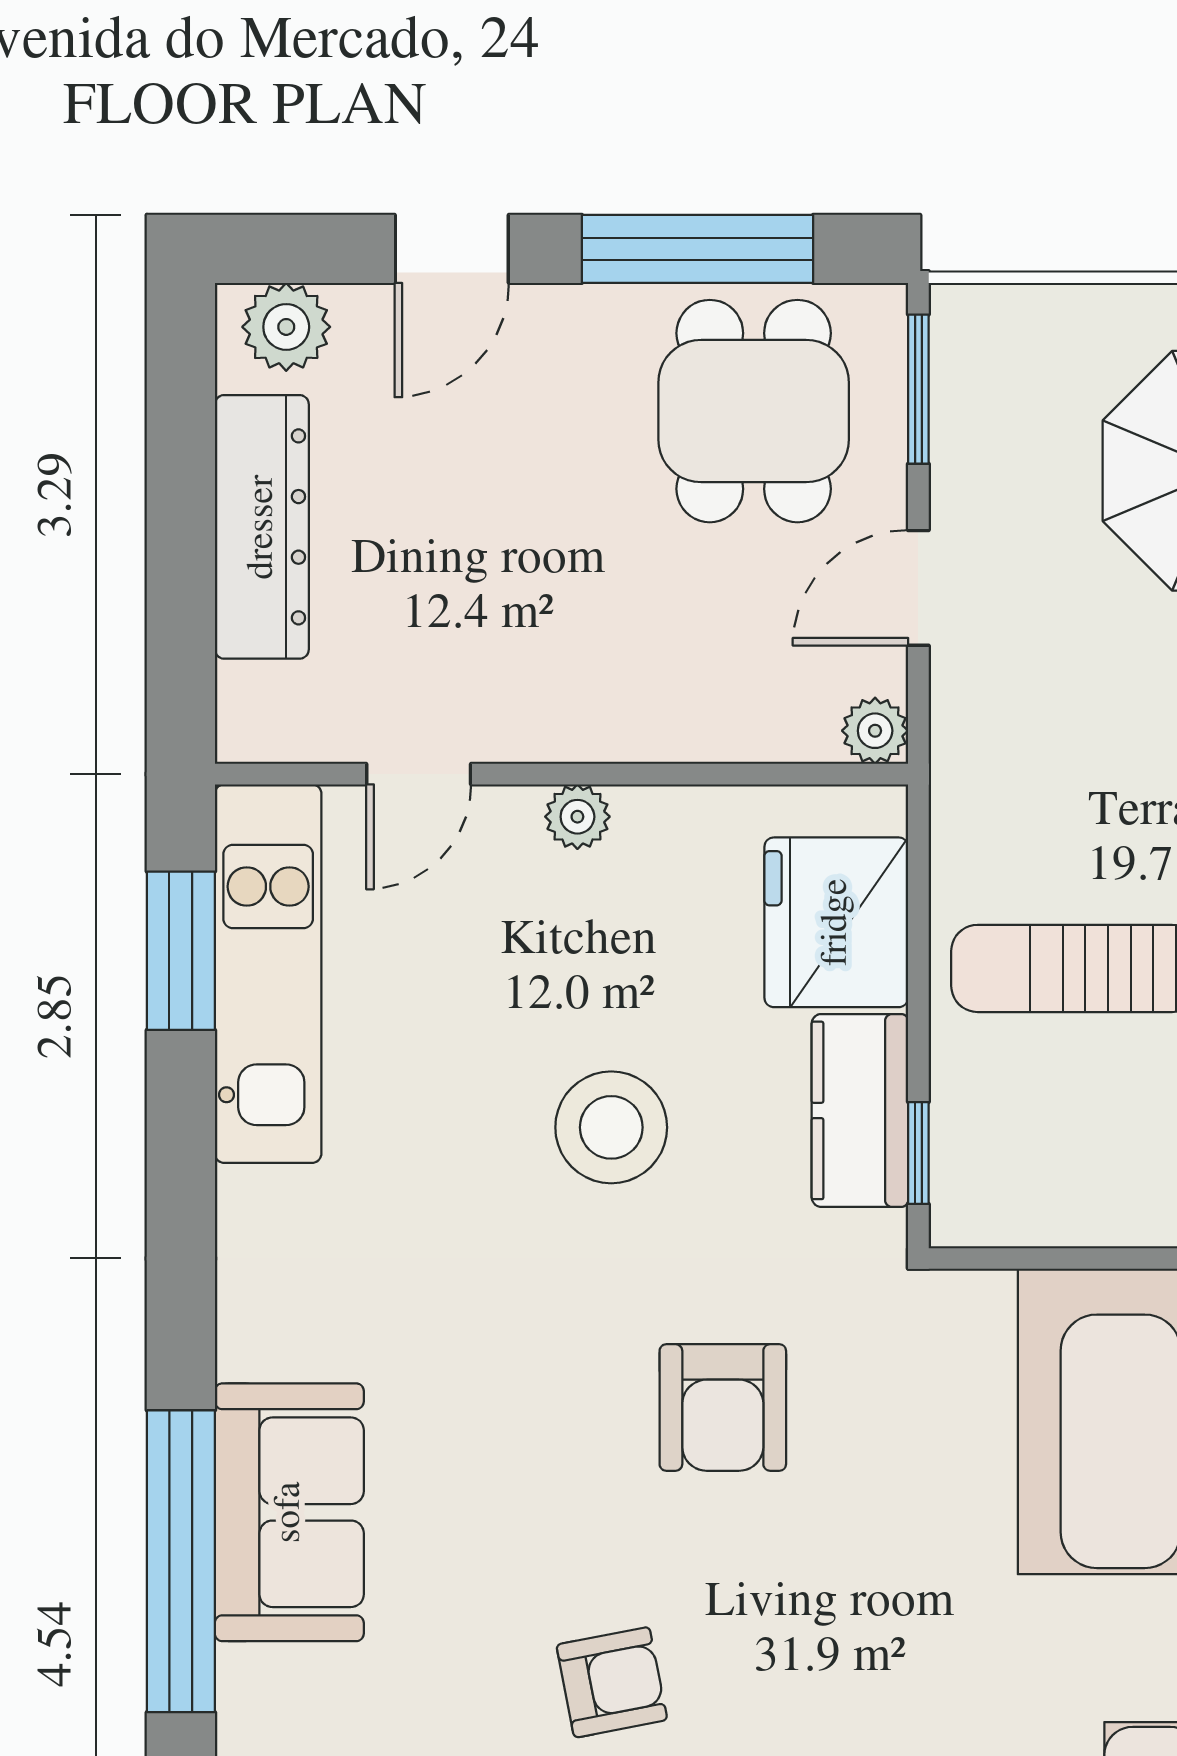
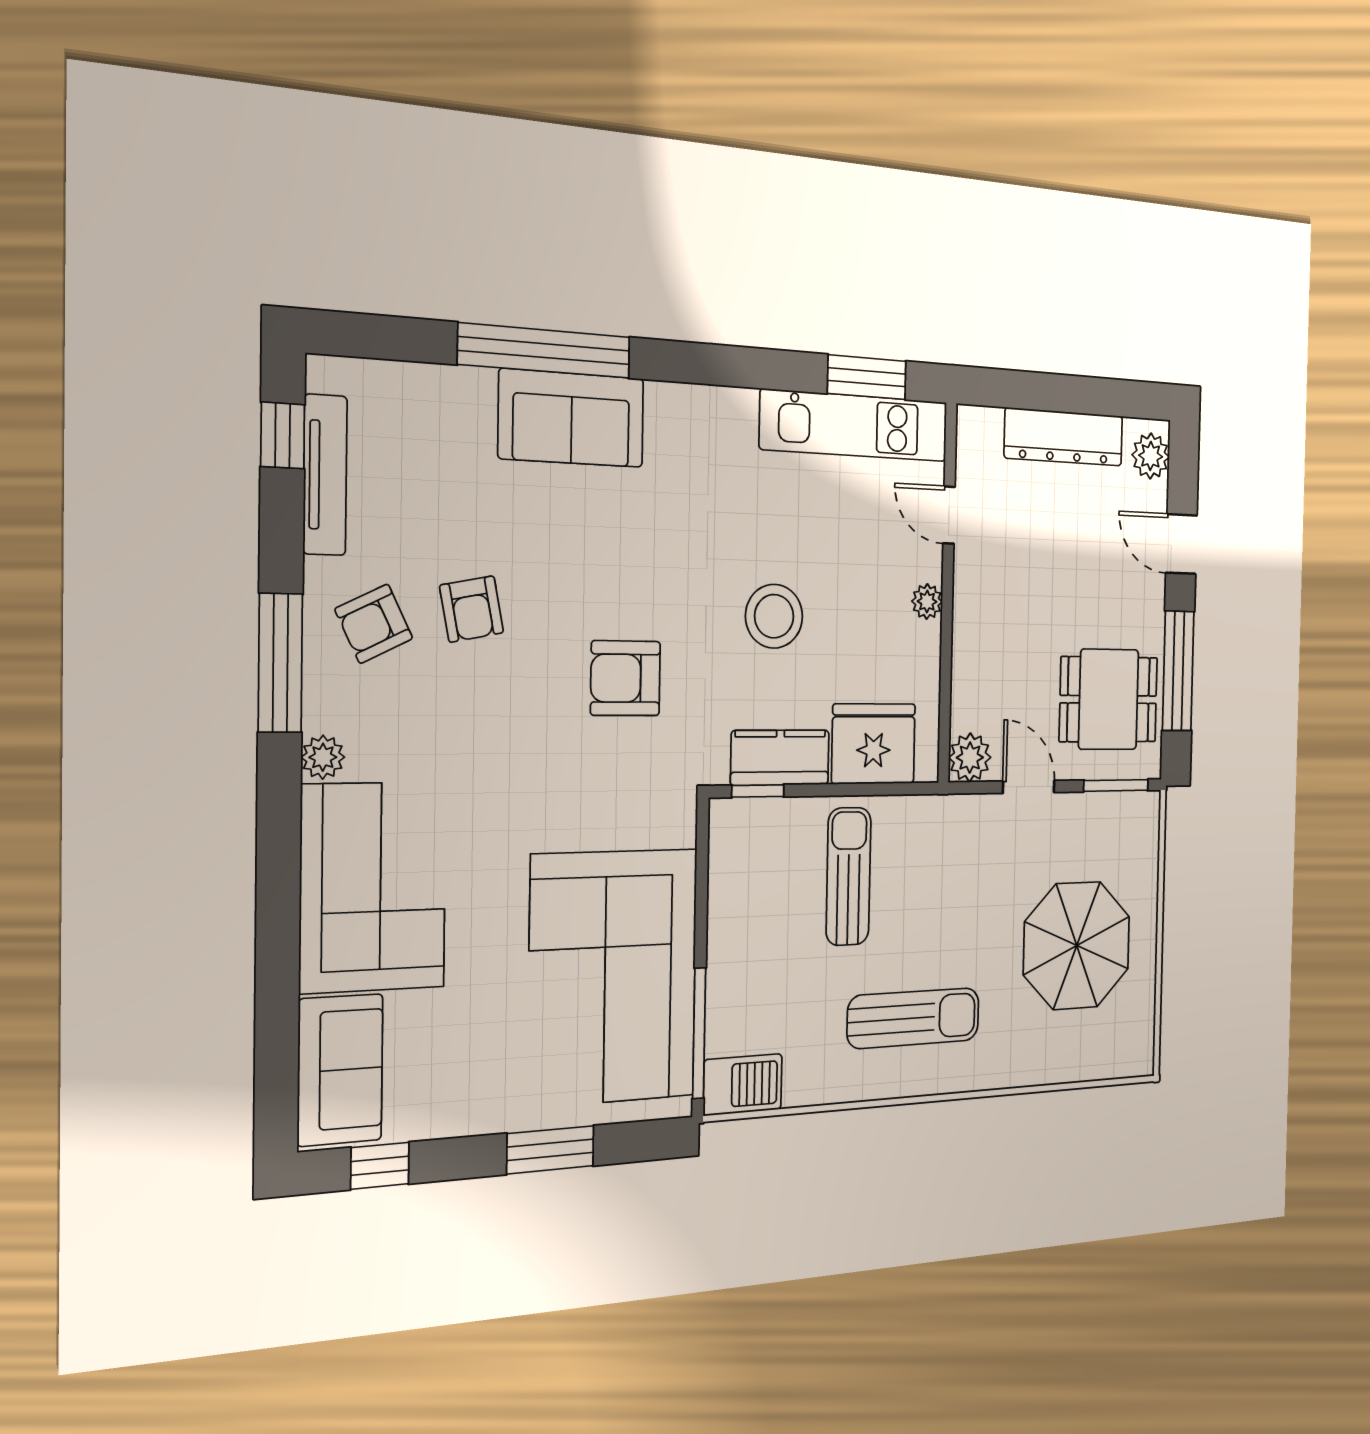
plant: (875, 731) -> (970, 758), width x1.38, depth x1.38

